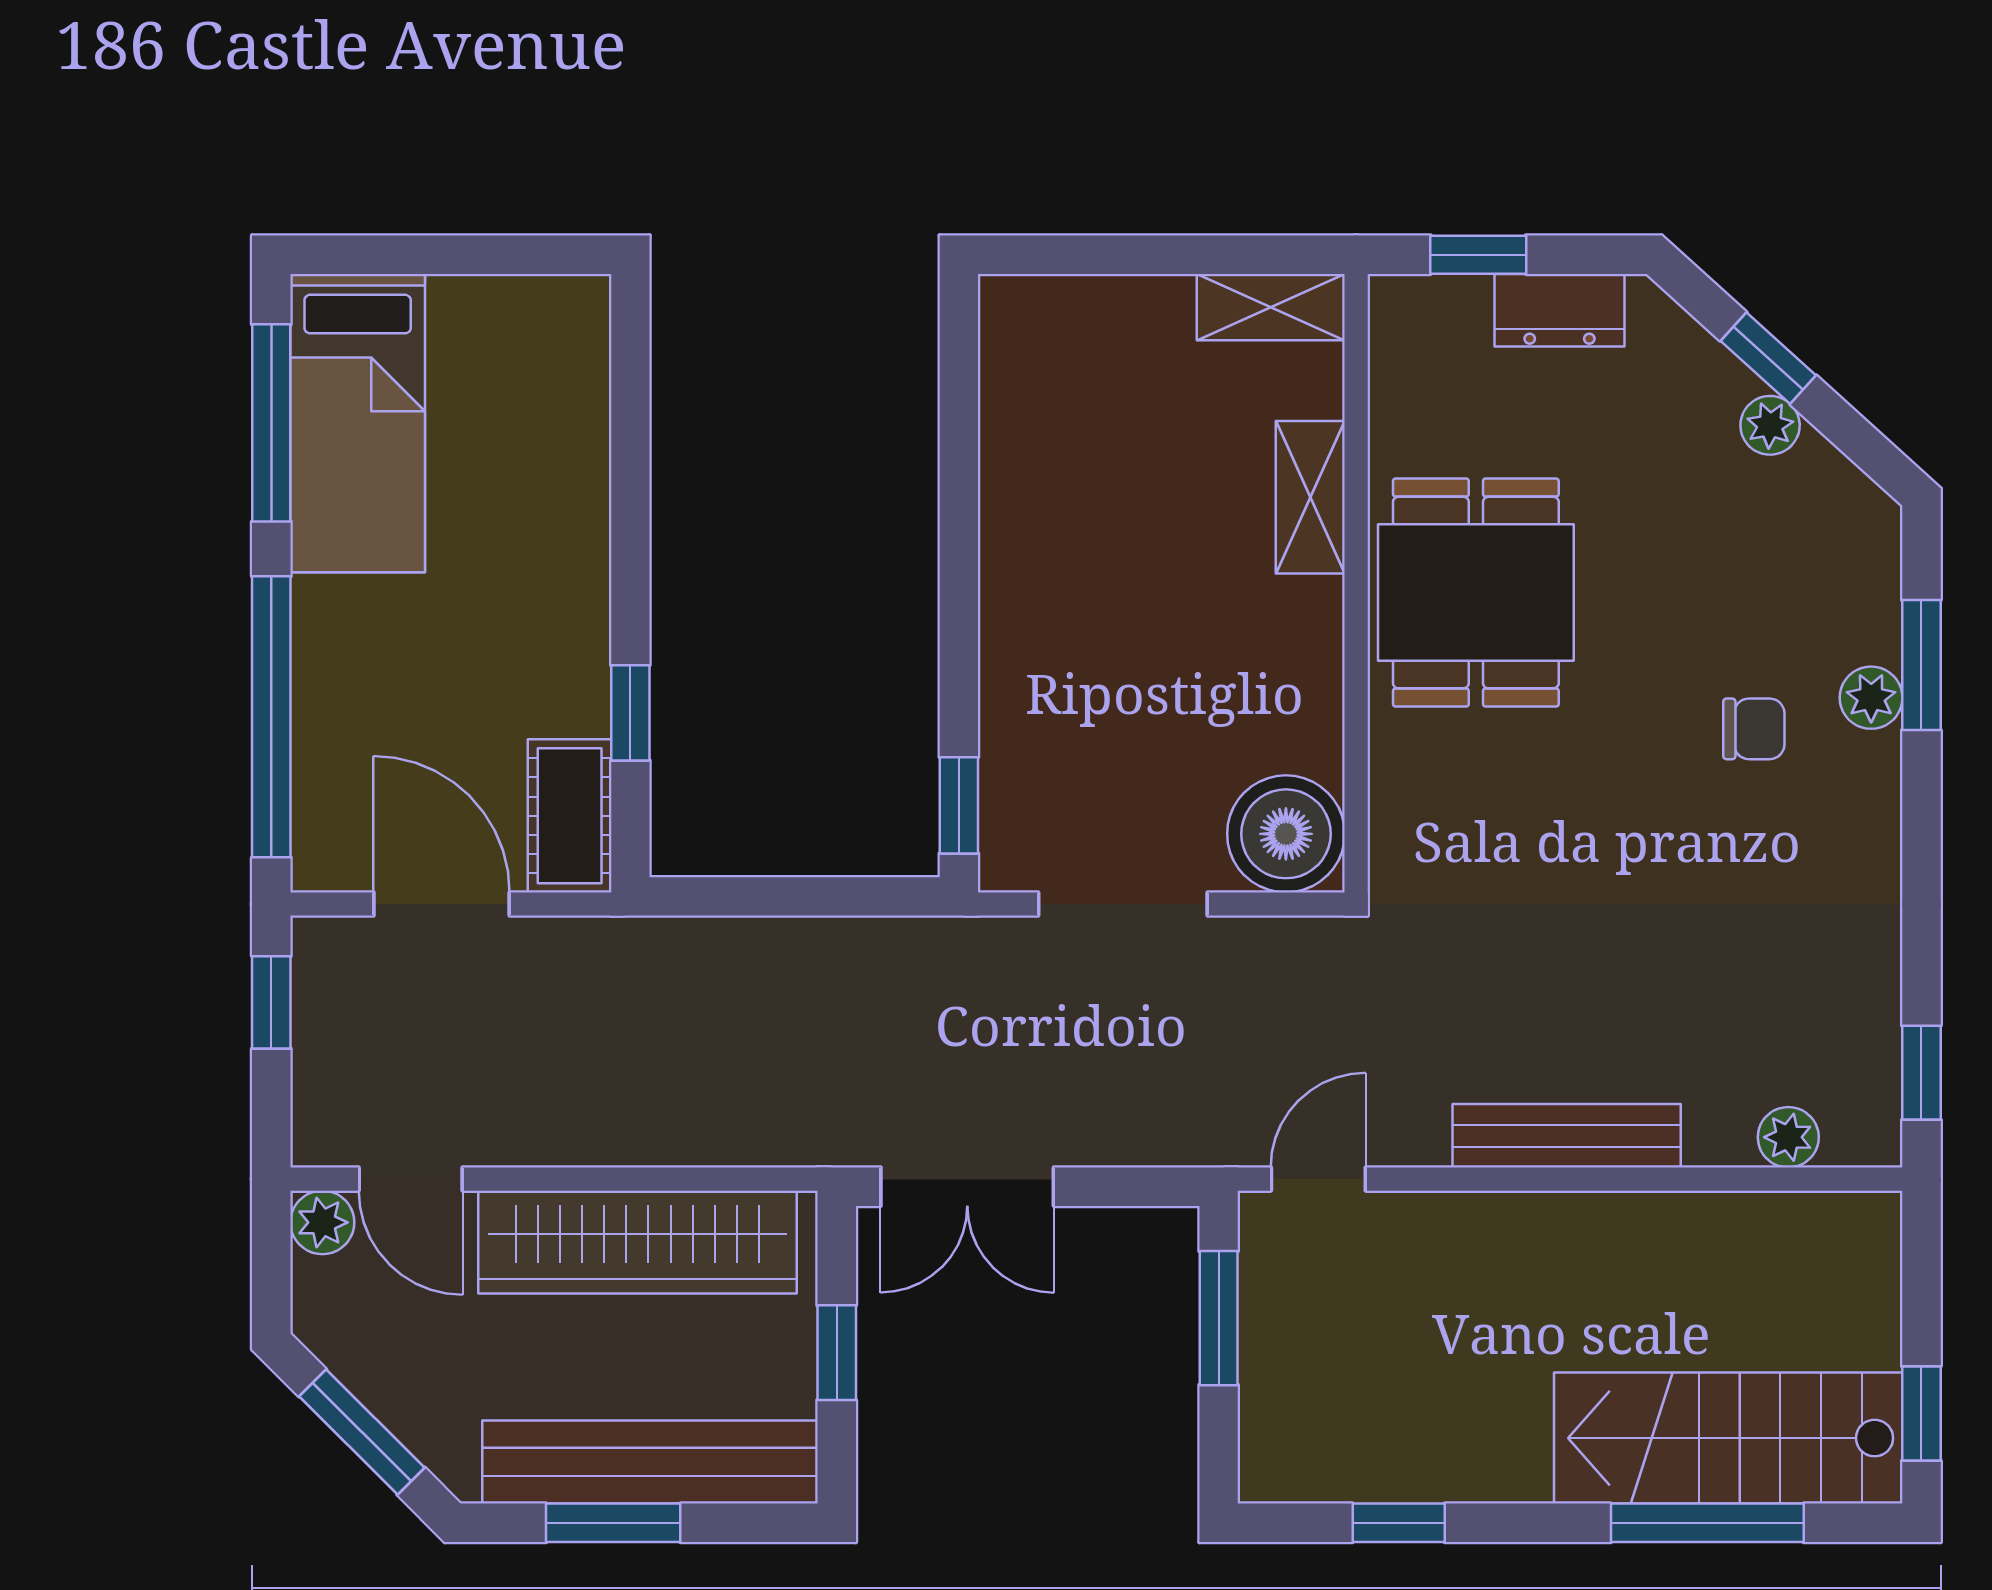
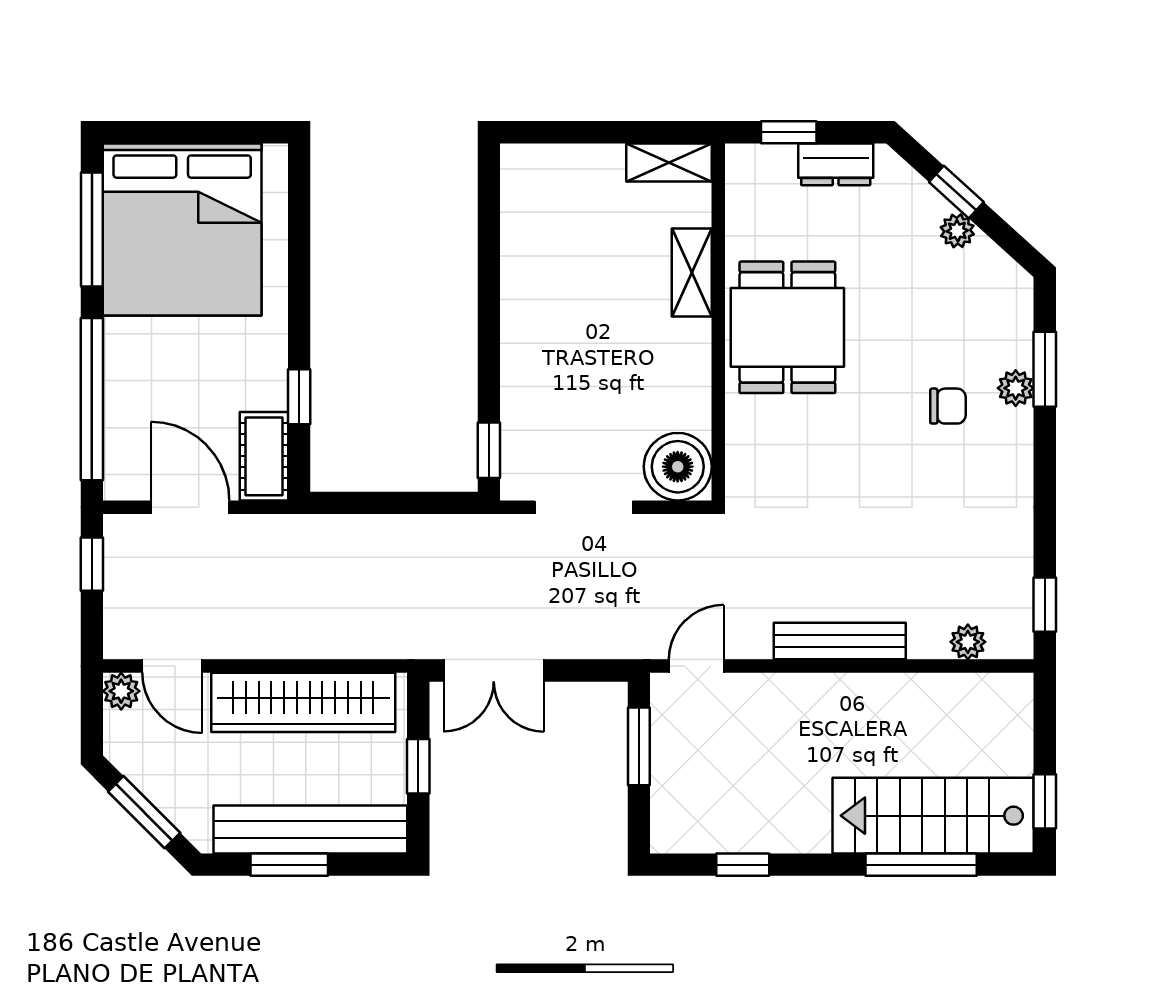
bed: (358, 423) -> (182, 229), width x2.04

